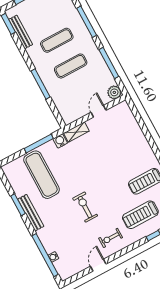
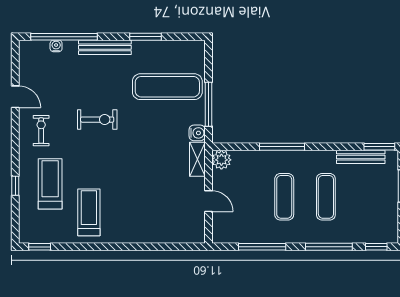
plant: (114, 92) -> (221, 160), moved
bench: (31, 213) -> (105, 47), moved

